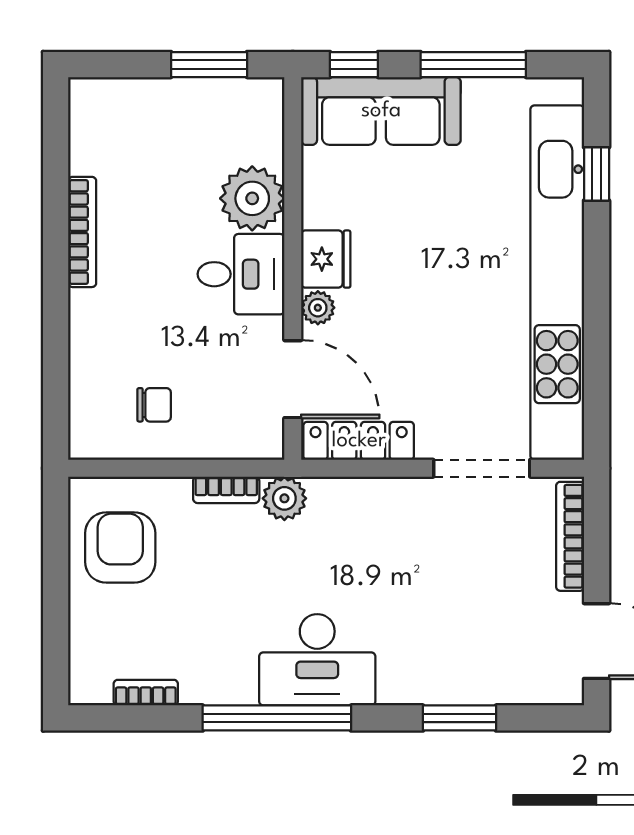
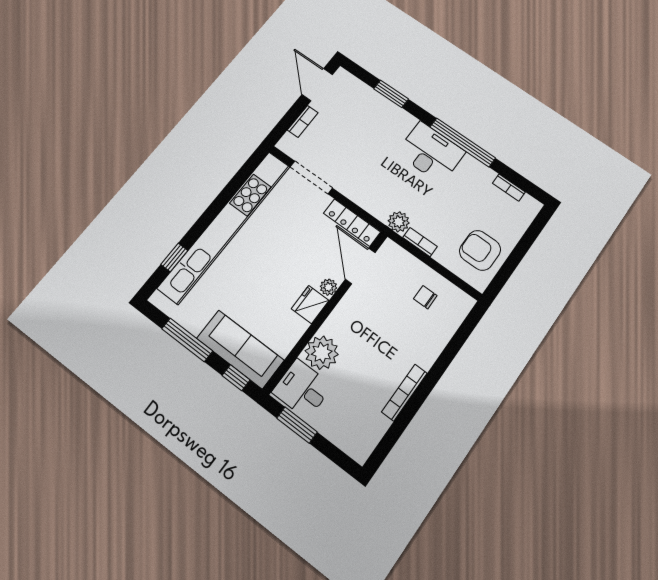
desk: (241, 274) -> (302, 389), moved
bookcase: (570, 536) -> (303, 121), width x0.64
armchair: (120, 548) -> (480, 250), turned 90

